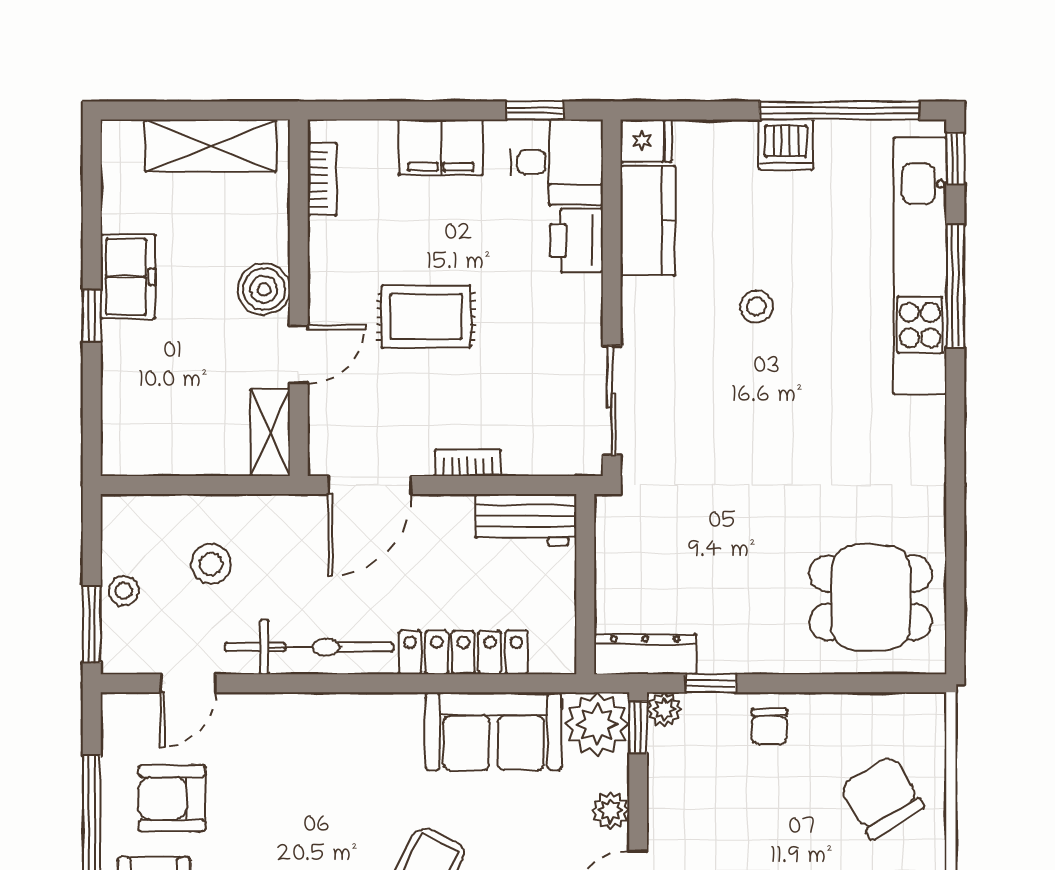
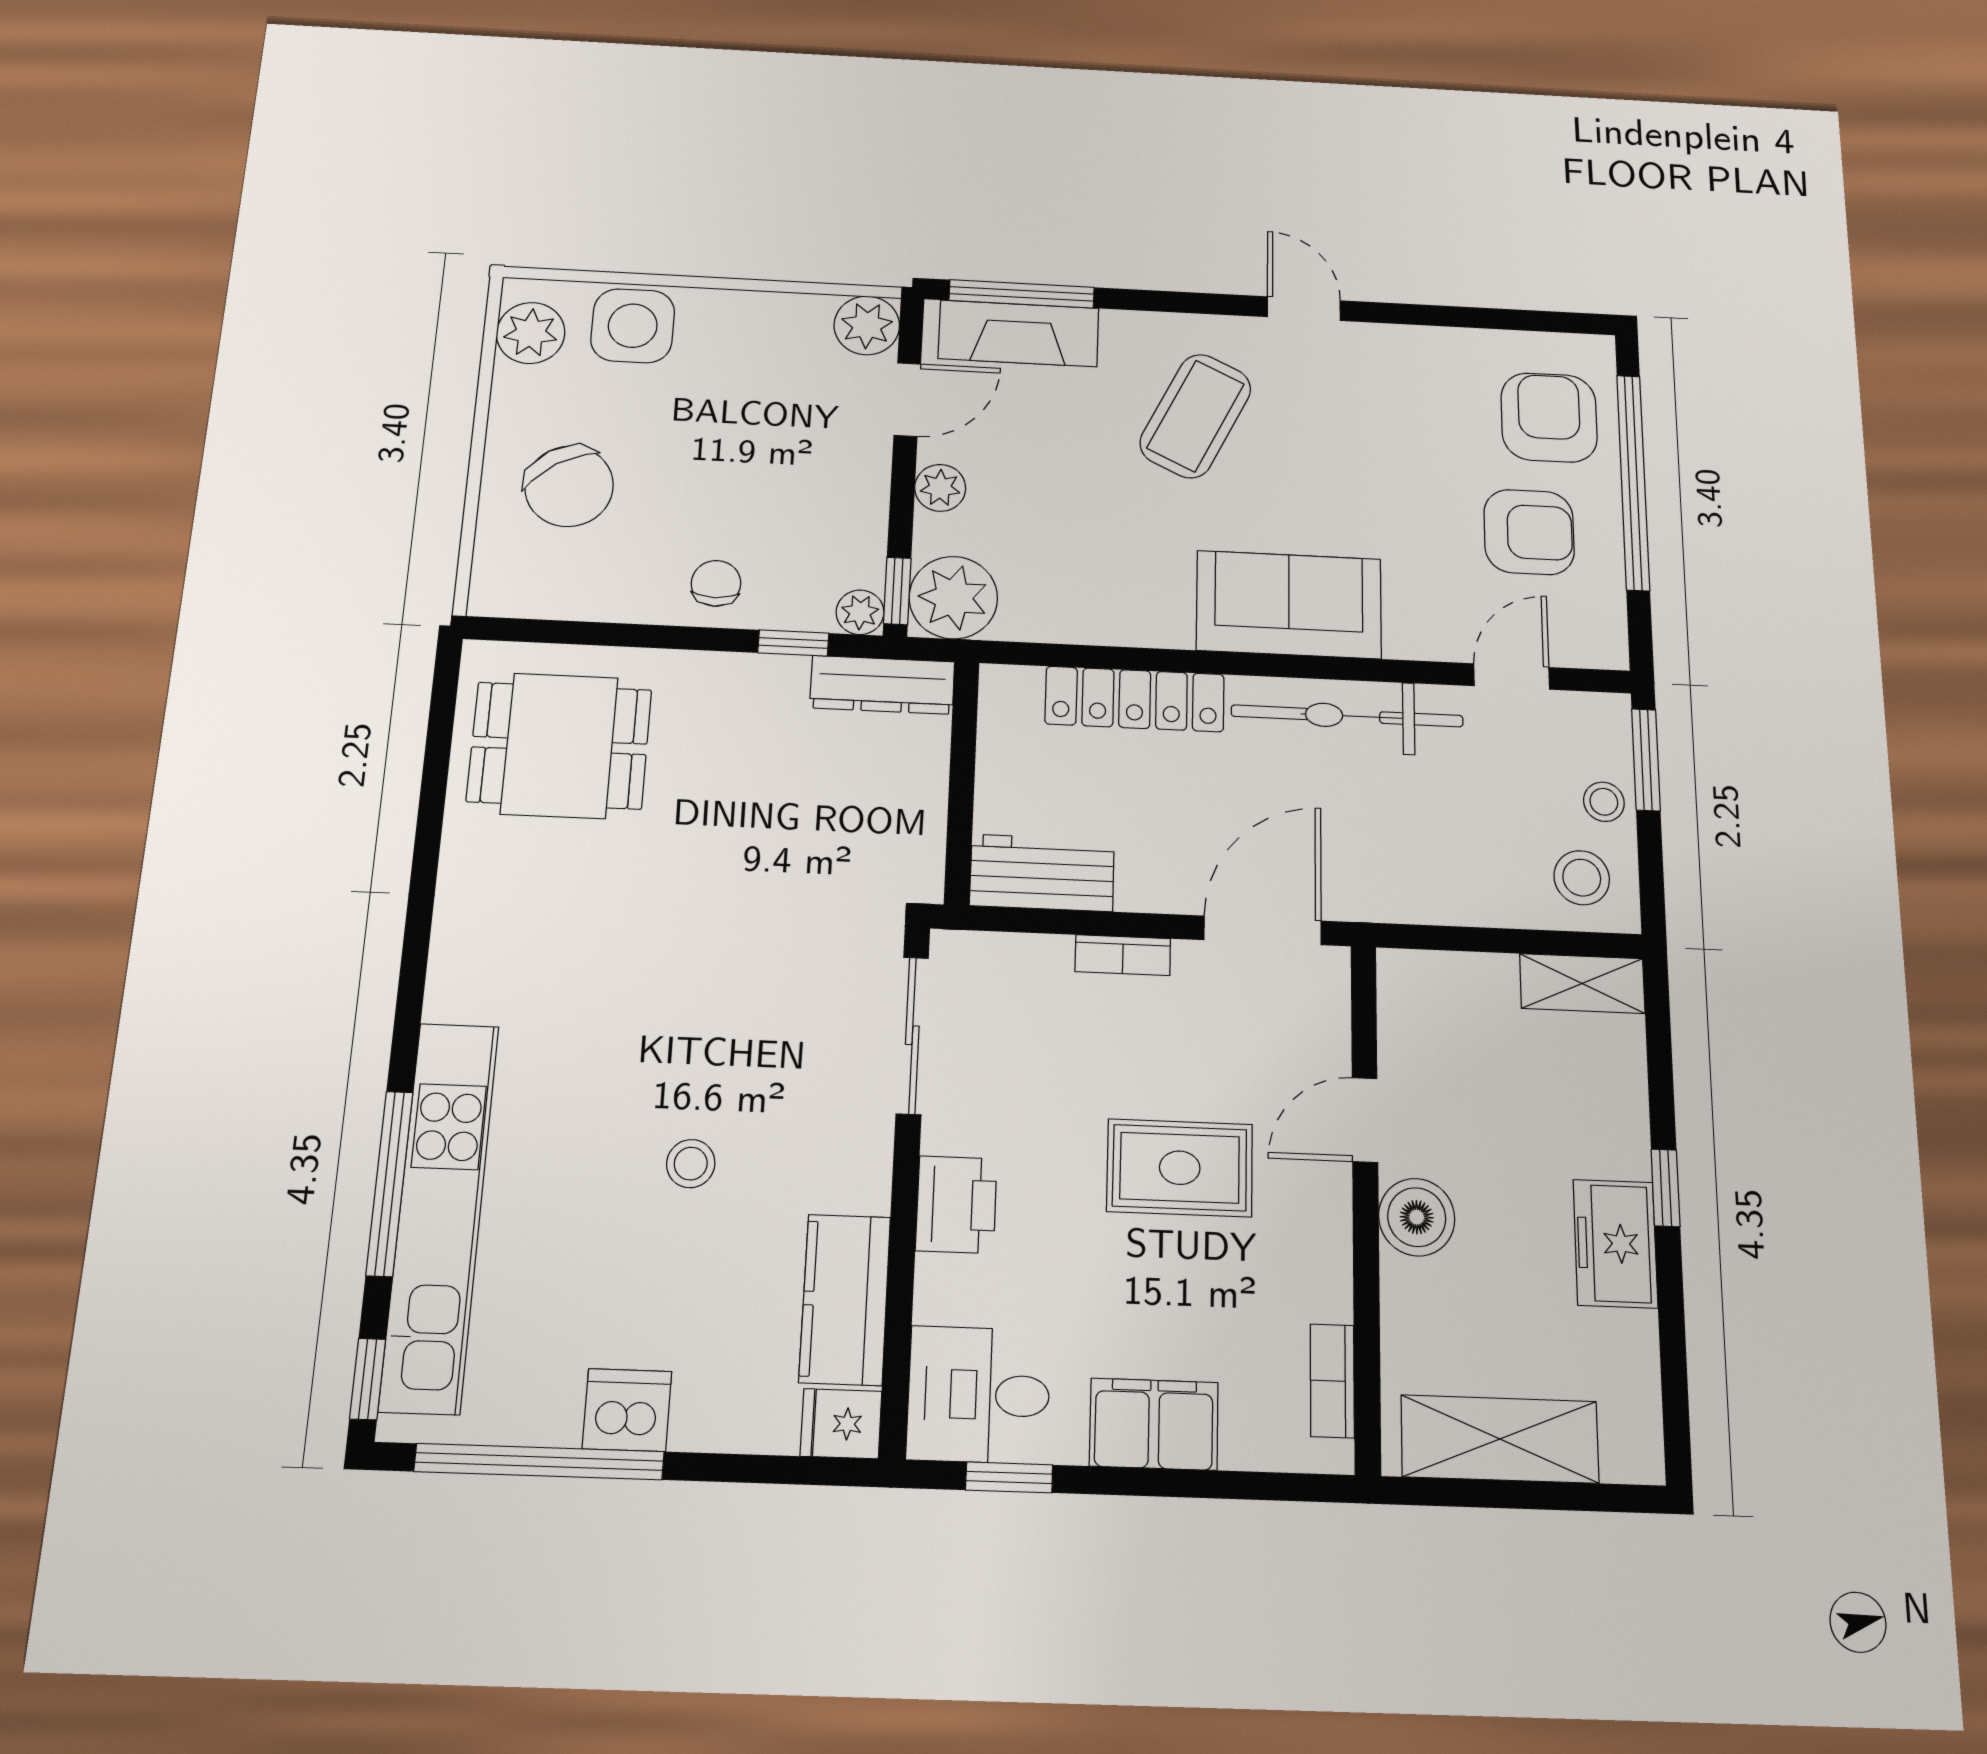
printer: (577, 240) -> (956, 1205), moved
shelving: (270, 432) -> (1582, 983), moved, turned 90
stool: (211, 564) -> (1582, 878), moved
sofa: (494, 731) -> (1289, 605), moved

